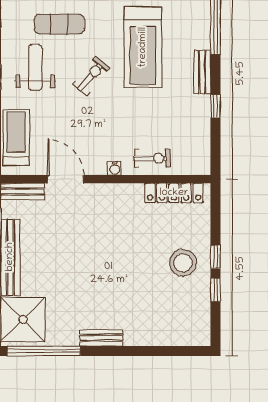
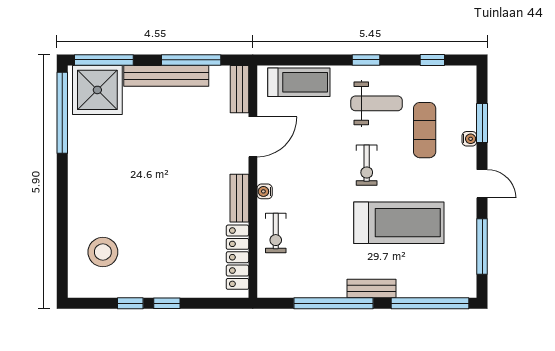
treadmill: (143, 47) -> (399, 223), turned 180
exercise bike: (91, 76) -> (367, 165), turned 50
window: (216, 106) -> (334, 303), width x3.17
stool: (183, 263) -> (103, 252), moved
bench: (101, 338) -> (239, 198), moved

